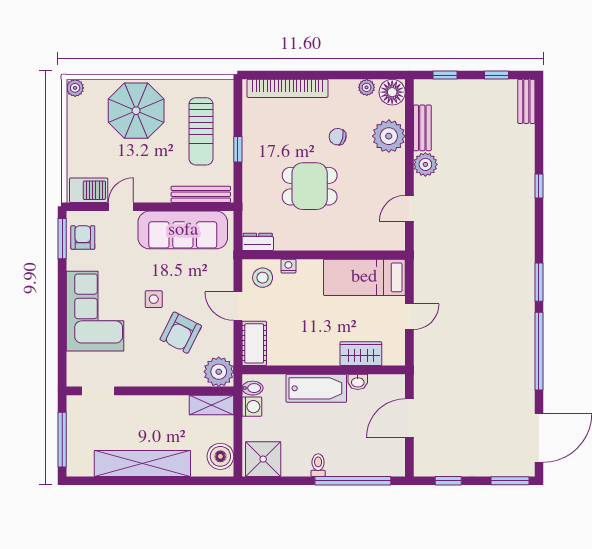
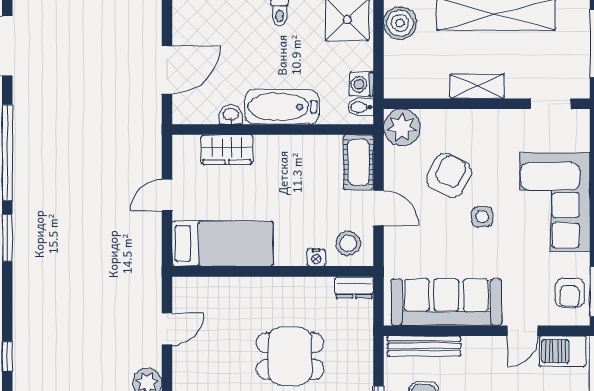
shelving: (212, 405) -> (477, 86), moved

